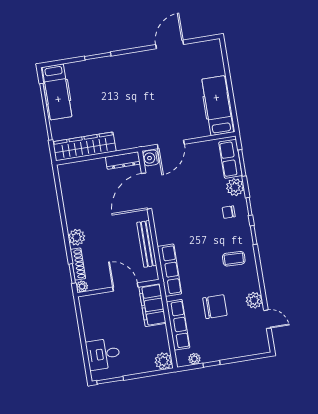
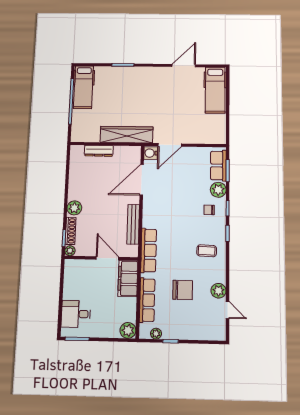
hospital bed: (218, 106) -> (215, 90), moved, turned 180
wardrobe: (84, 146) -> (127, 135), moved
dresser: (123, 161) -> (99, 151), moved

